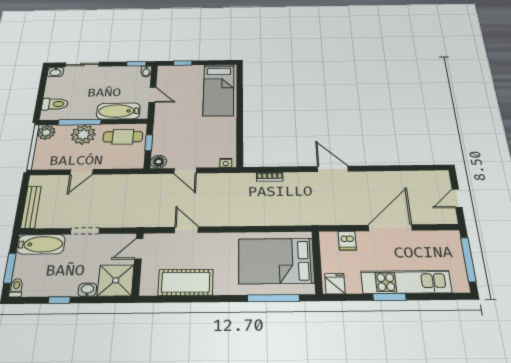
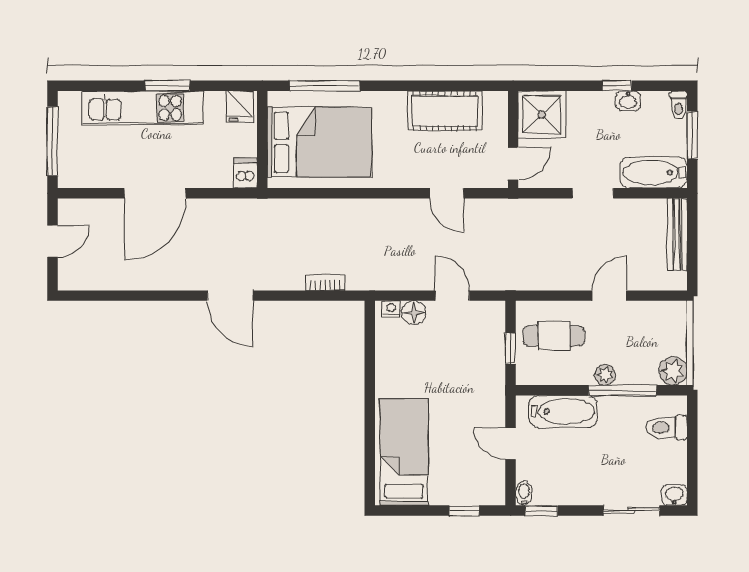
plant: (83, 135) -> (605, 375), width x0.53, depth x0.53
cafe table: (123, 137) -> (554, 336), moved
floor lamp: (159, 162) -> (414, 313), moved
dishwasher: (347, 241) -> (245, 173), moved
washbasin: (87, 290) -> (628, 101), moved

